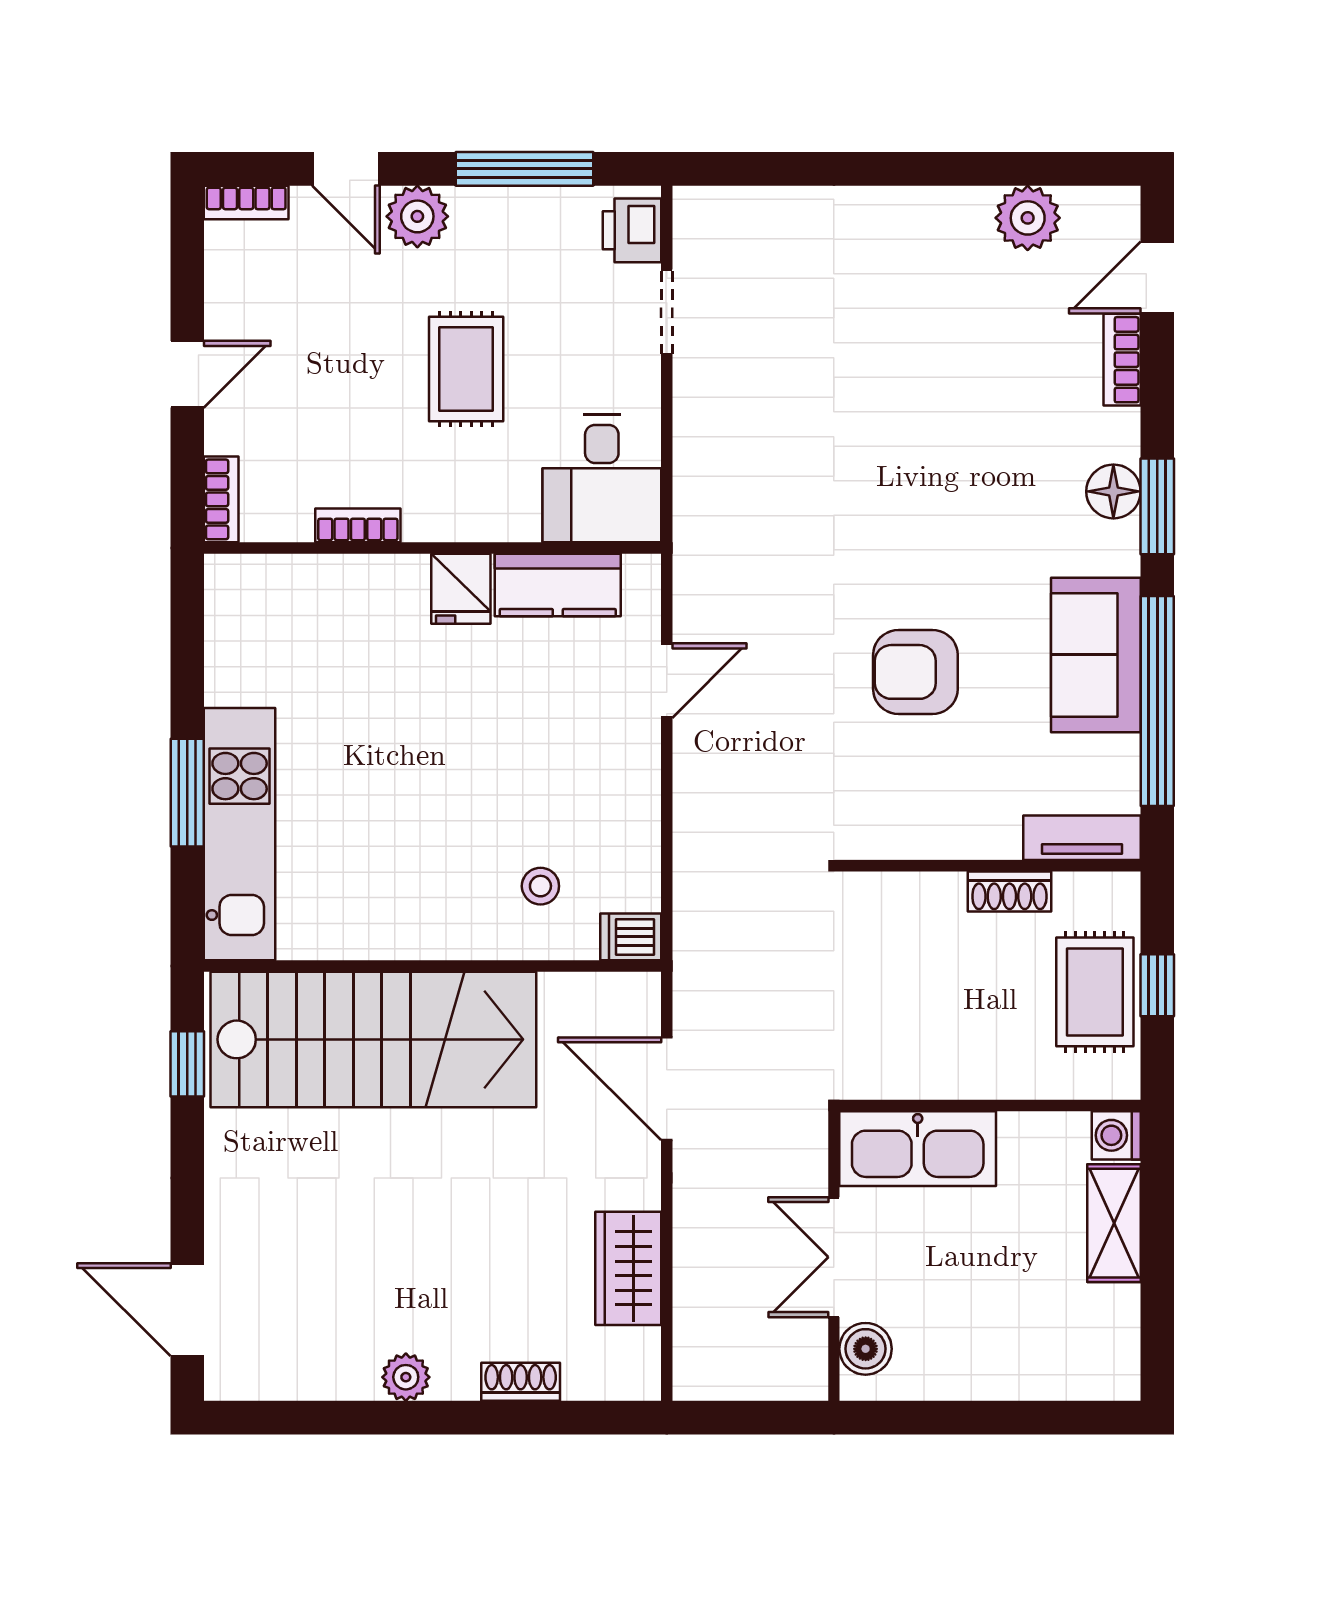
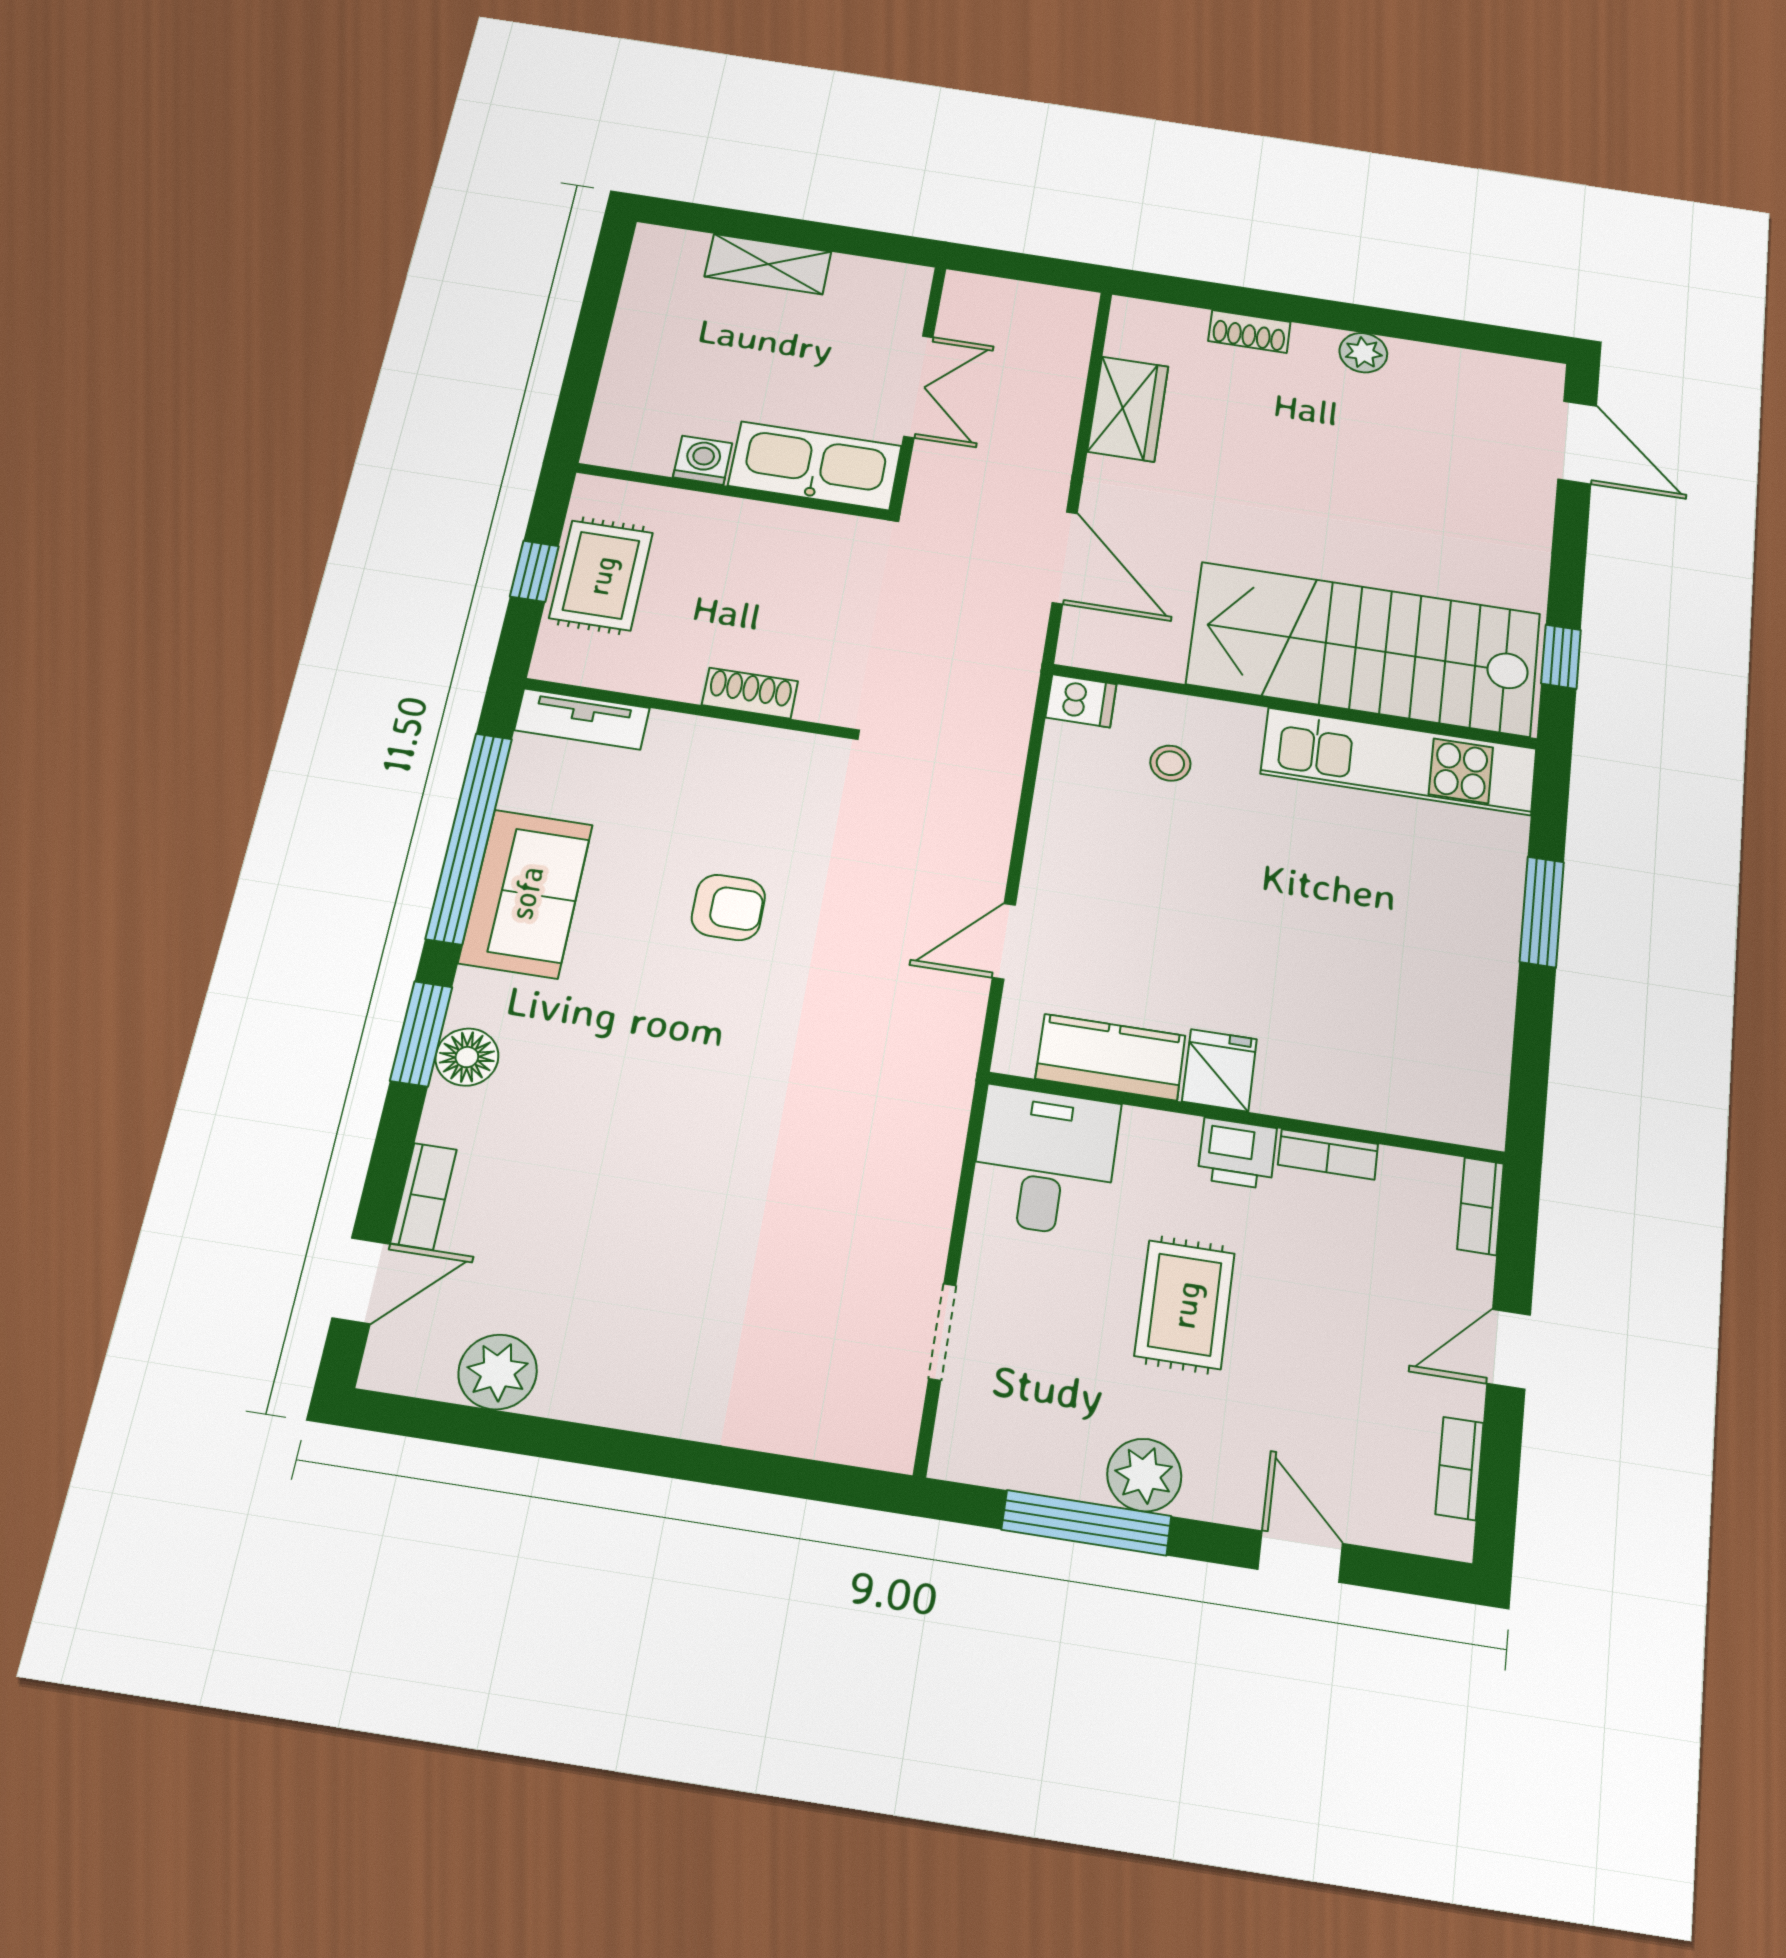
bookcase: (246, 203) -> (1460, 1468), moved, turned -90
plant: (417, 216) -> (1144, 1475), moved
printer: (632, 230) -> (1237, 1153), moved, turned 90
armchair: (915, 672) -> (728, 907), width x0.72, depth x0.72
kitchen unit: (240, 834) -> (1399, 761), moved, turned -90
shoe rack: (1009, 891) -> (750, 693), moved
washing machine: (1116, 1135) -> (703, 460), moved, turned -90
shelving: (1114, 1223) -> (768, 264), moved, turned 90
boiler: (866, 1349) -> (901, 306), removed

